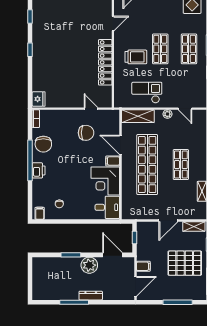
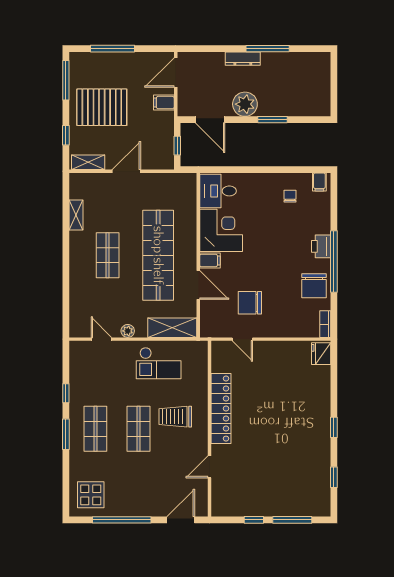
chair: (43, 144) -> (314, 286), turned 180

